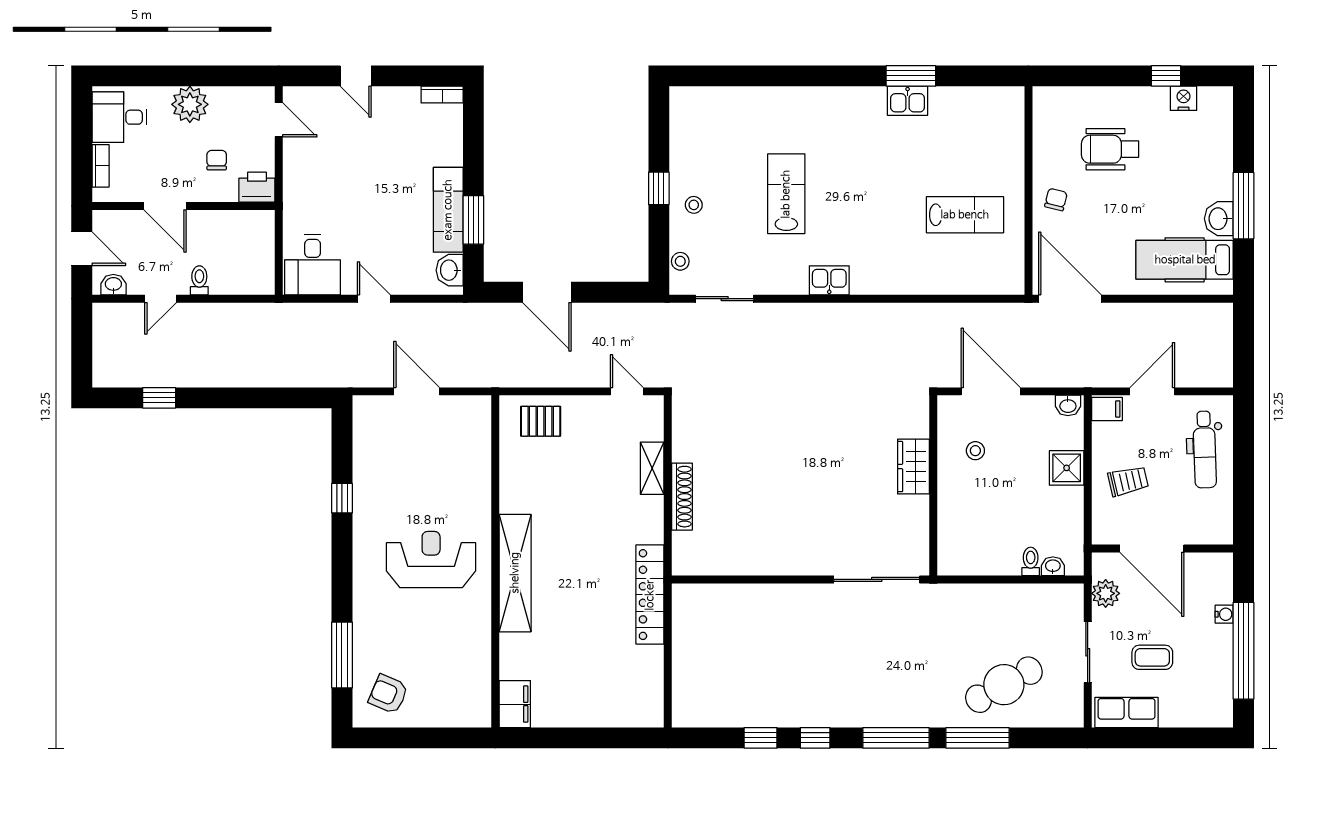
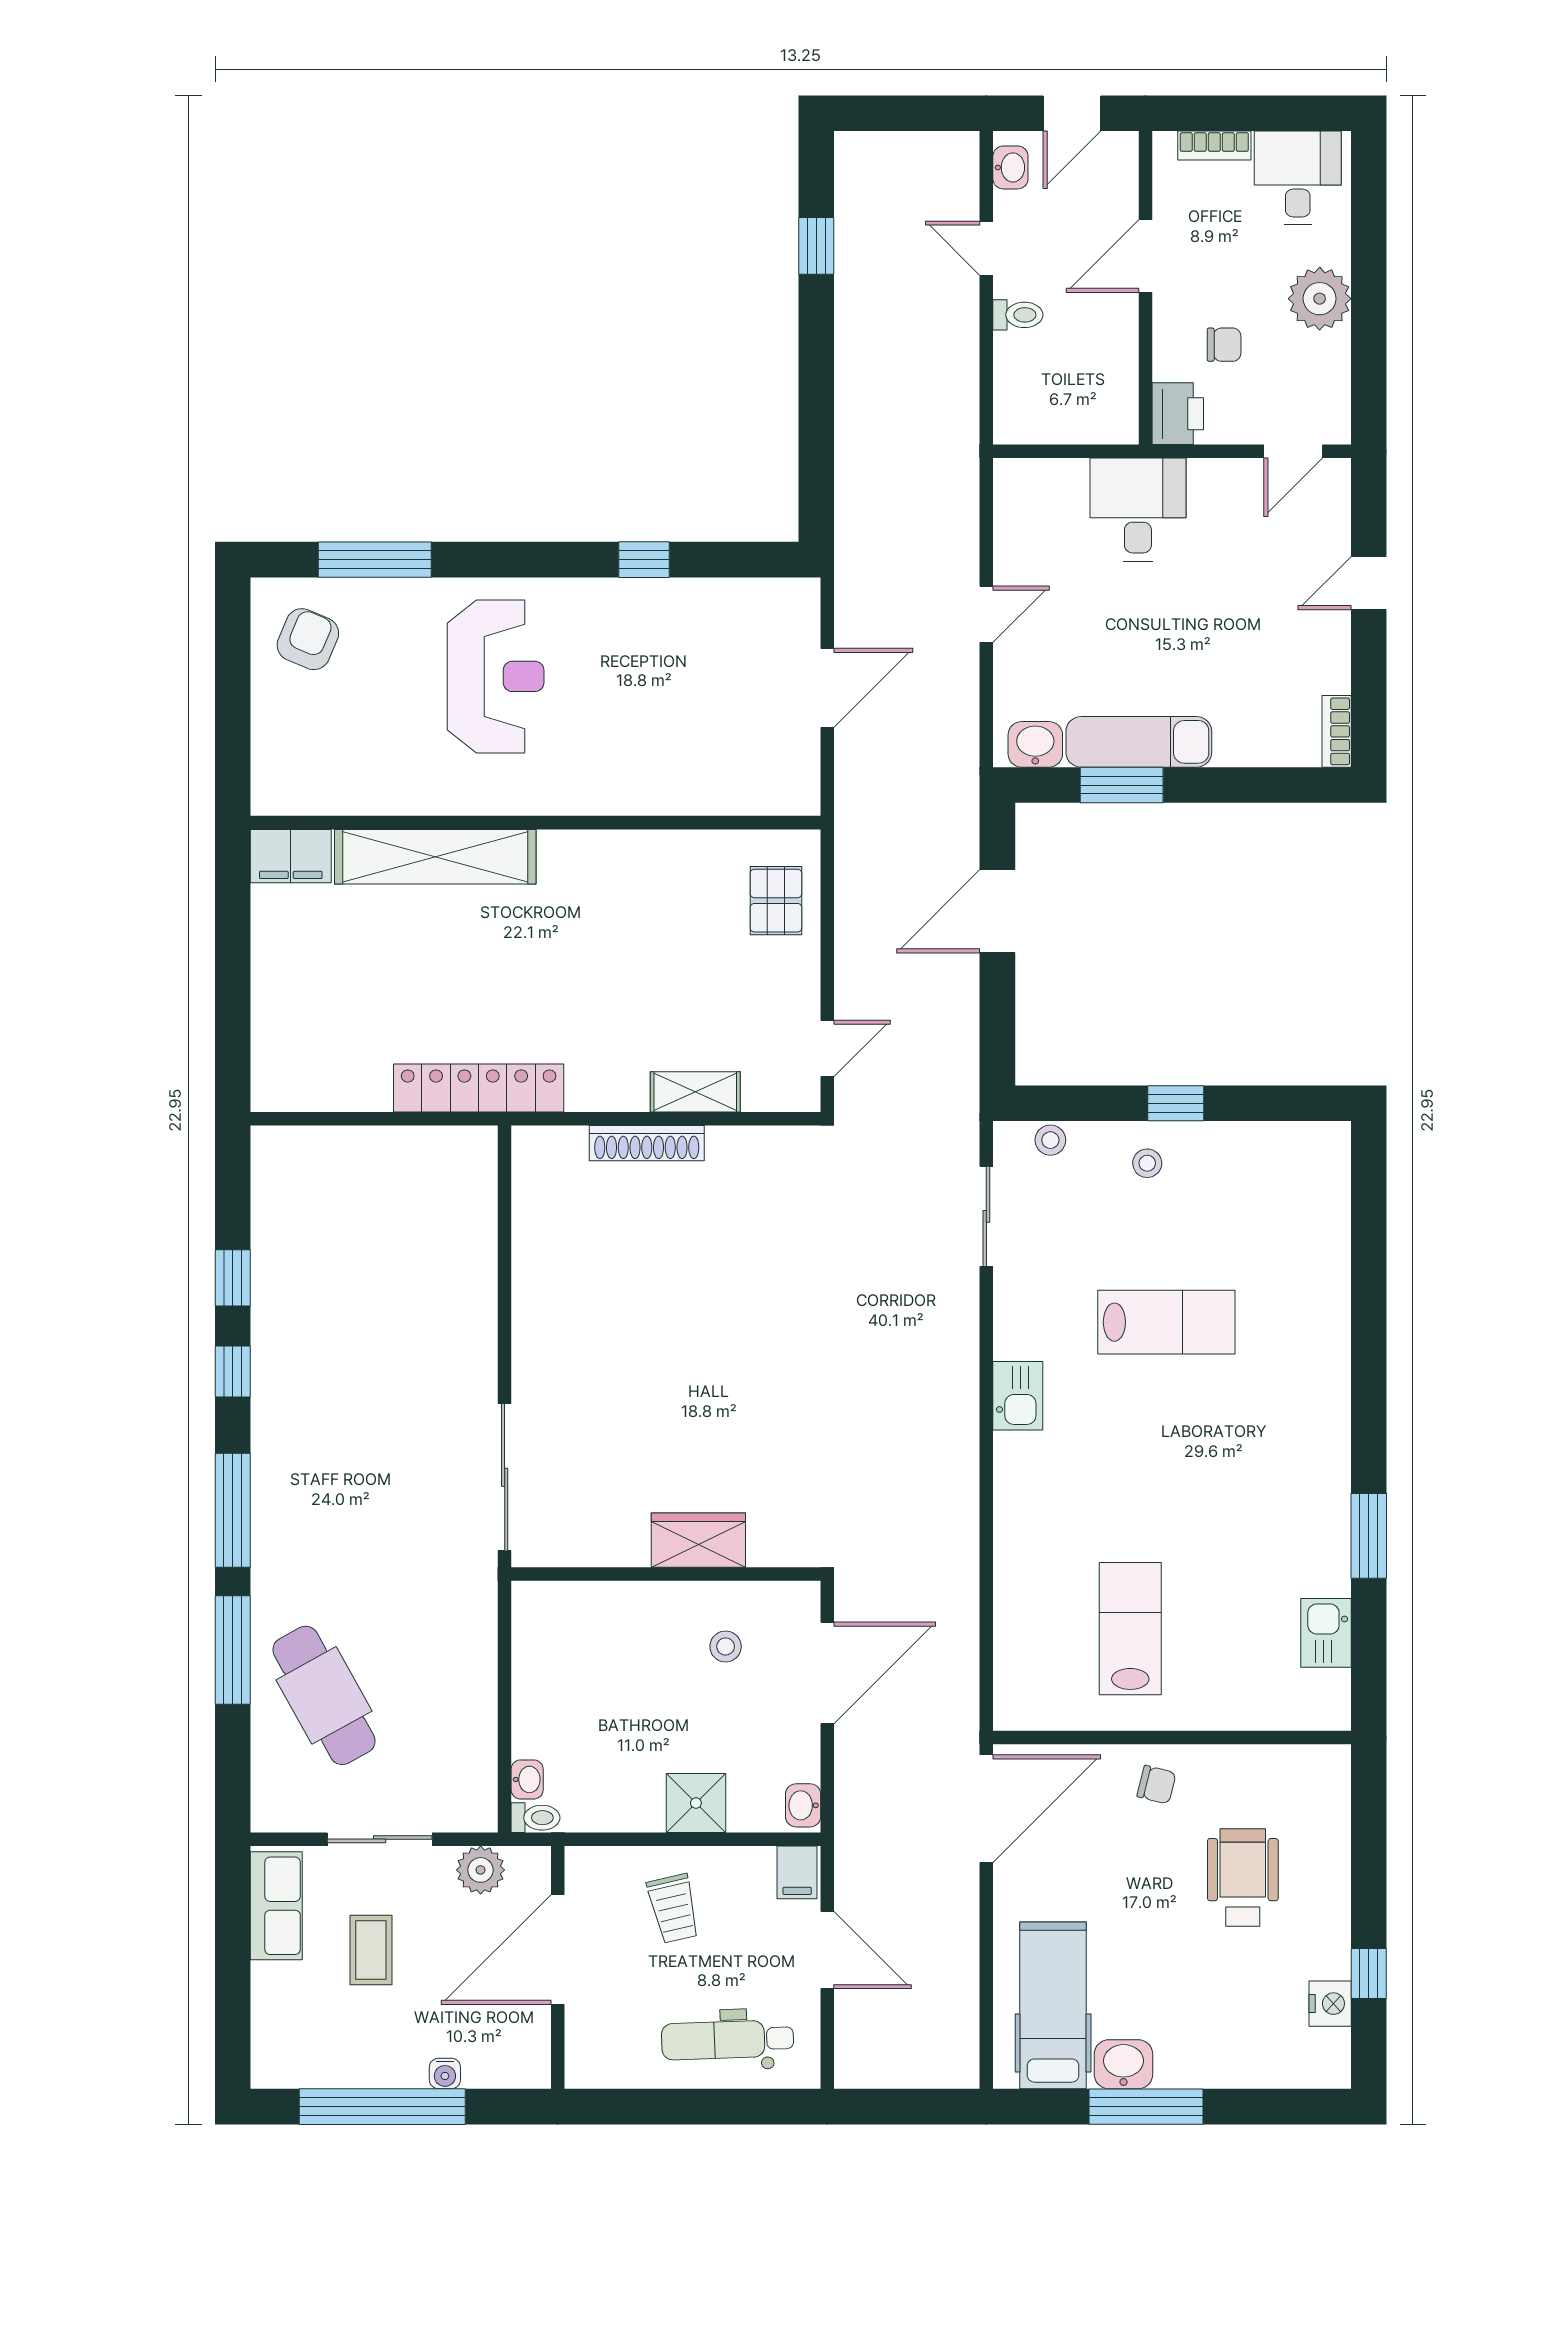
kitchen sink: (908, 101) -> (1326, 1633), moved
lab bench: (965, 215) -> (1130, 1629), turned 180
desk: (313, 265) -> (1138, 510), moved, turned 90
reception desk: (431, 560) -> (496, 676), moved
toilet: (1031, 561) -> (536, 1818), moved
shelving: (515, 573) -> (435, 857), moved

